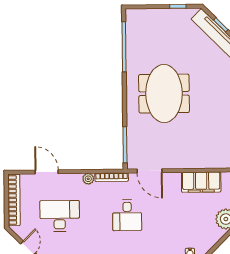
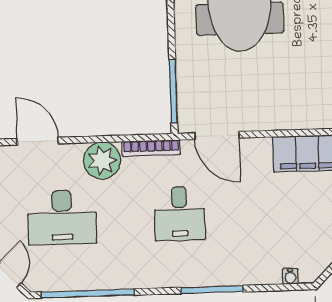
plant: (88, 179) -> (102, 161), width x1.88, depth x1.88
desk: (60, 216) -> (62, 217), turned 180

